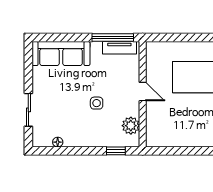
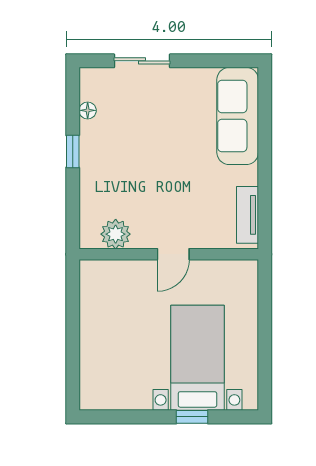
window: (113, 37) -> (265, 204), removed
side table: (97, 103) -> (154, 176), removed
window: (116, 151) -> (73, 151), moved

